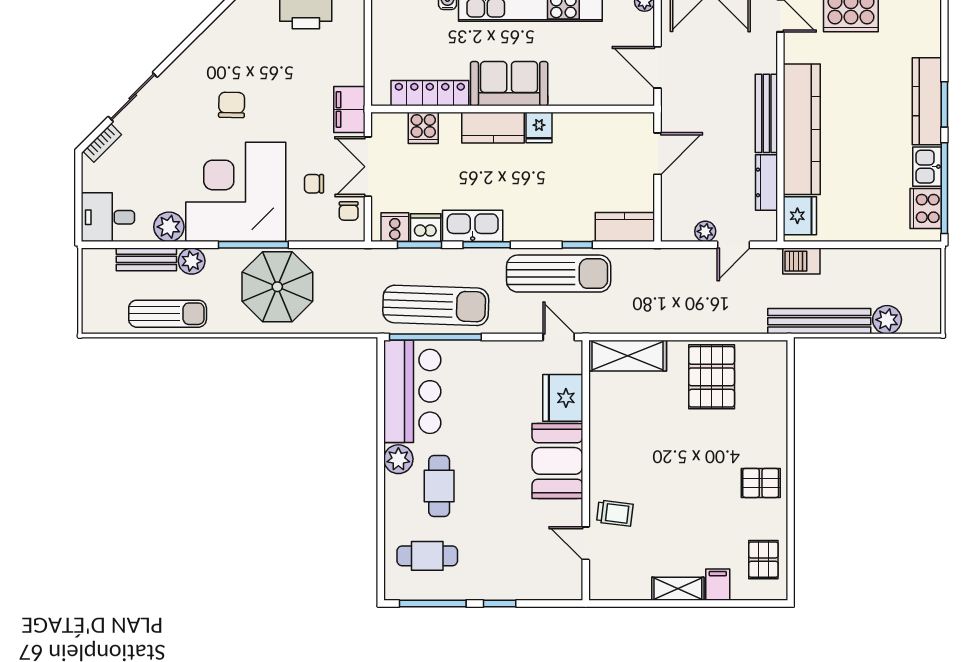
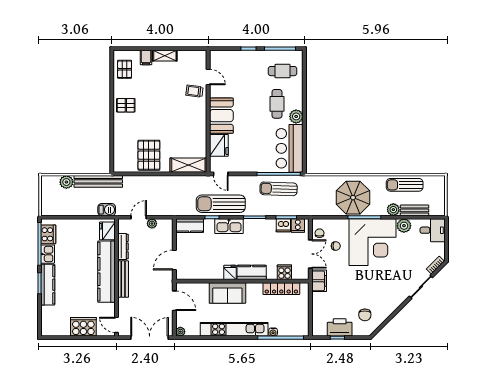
sofa: (509, 84) -> (227, 293), moved
chair: (232, 105) -> (365, 315), moved
kitchen sink: (473, 226) -> (229, 226), moved
sun lounger: (436, 305) -> (279, 189), width x0.73, depth x0.75

